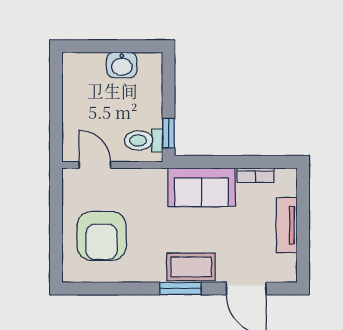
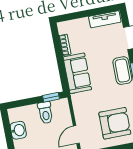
toilet: (143, 140) -> (45, 113), moved
tv unit: (287, 225) -> (105, 19), moved

